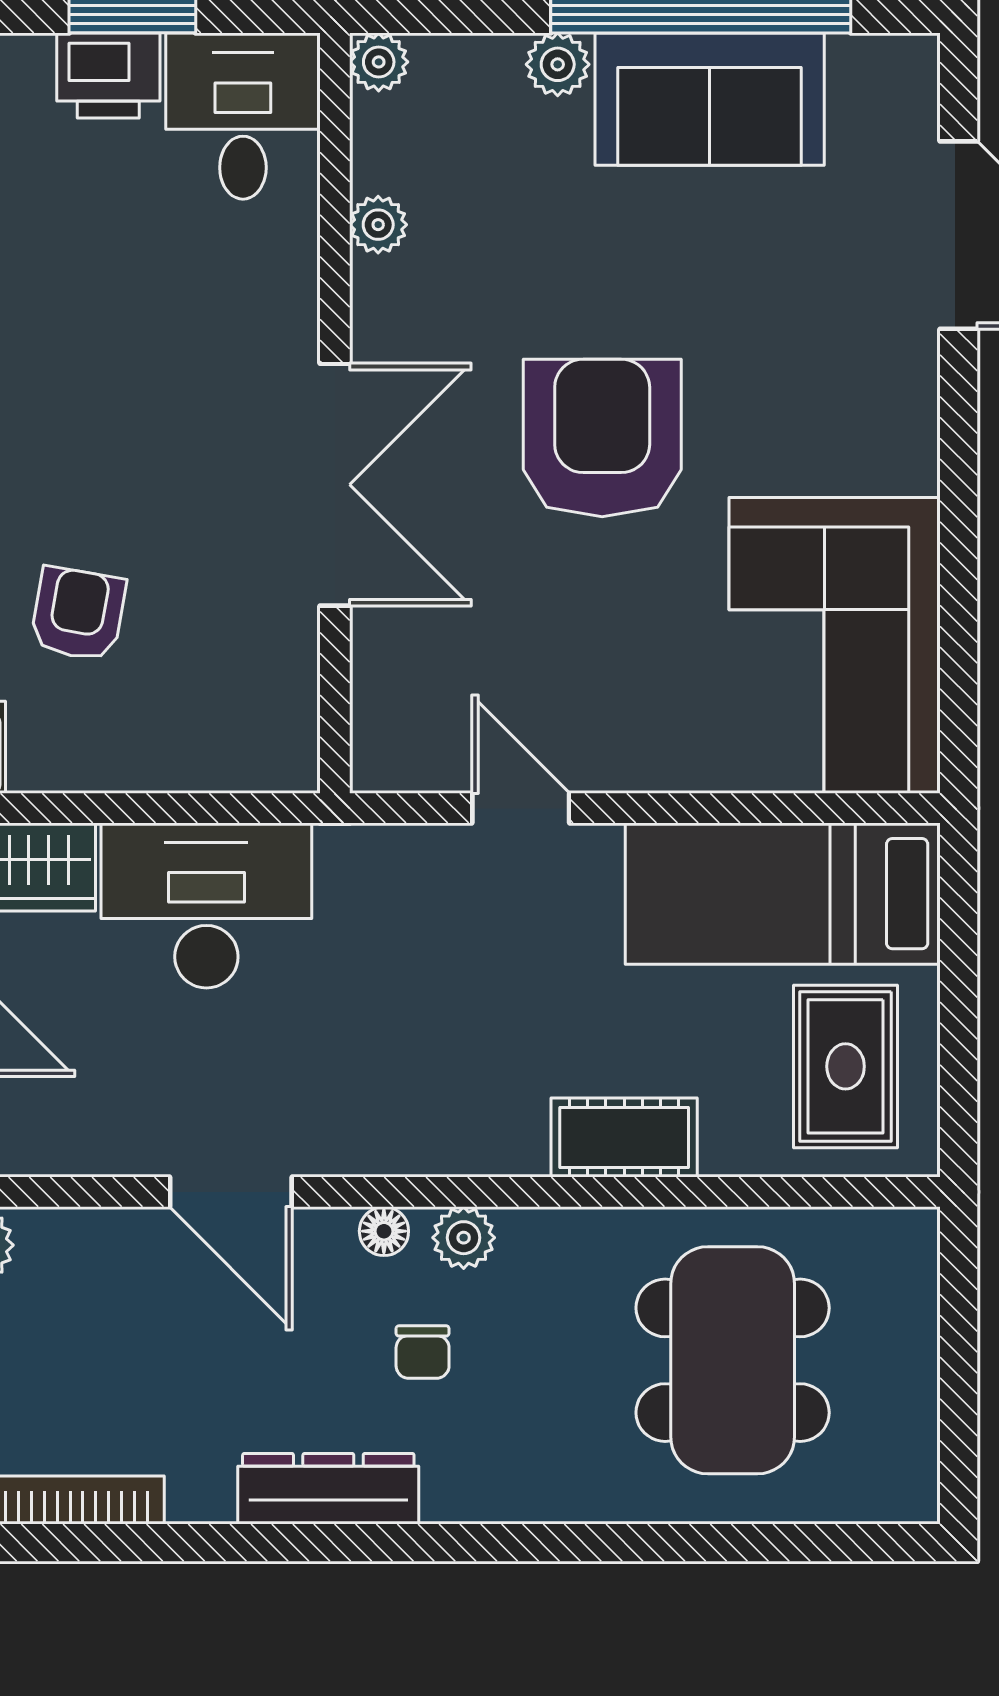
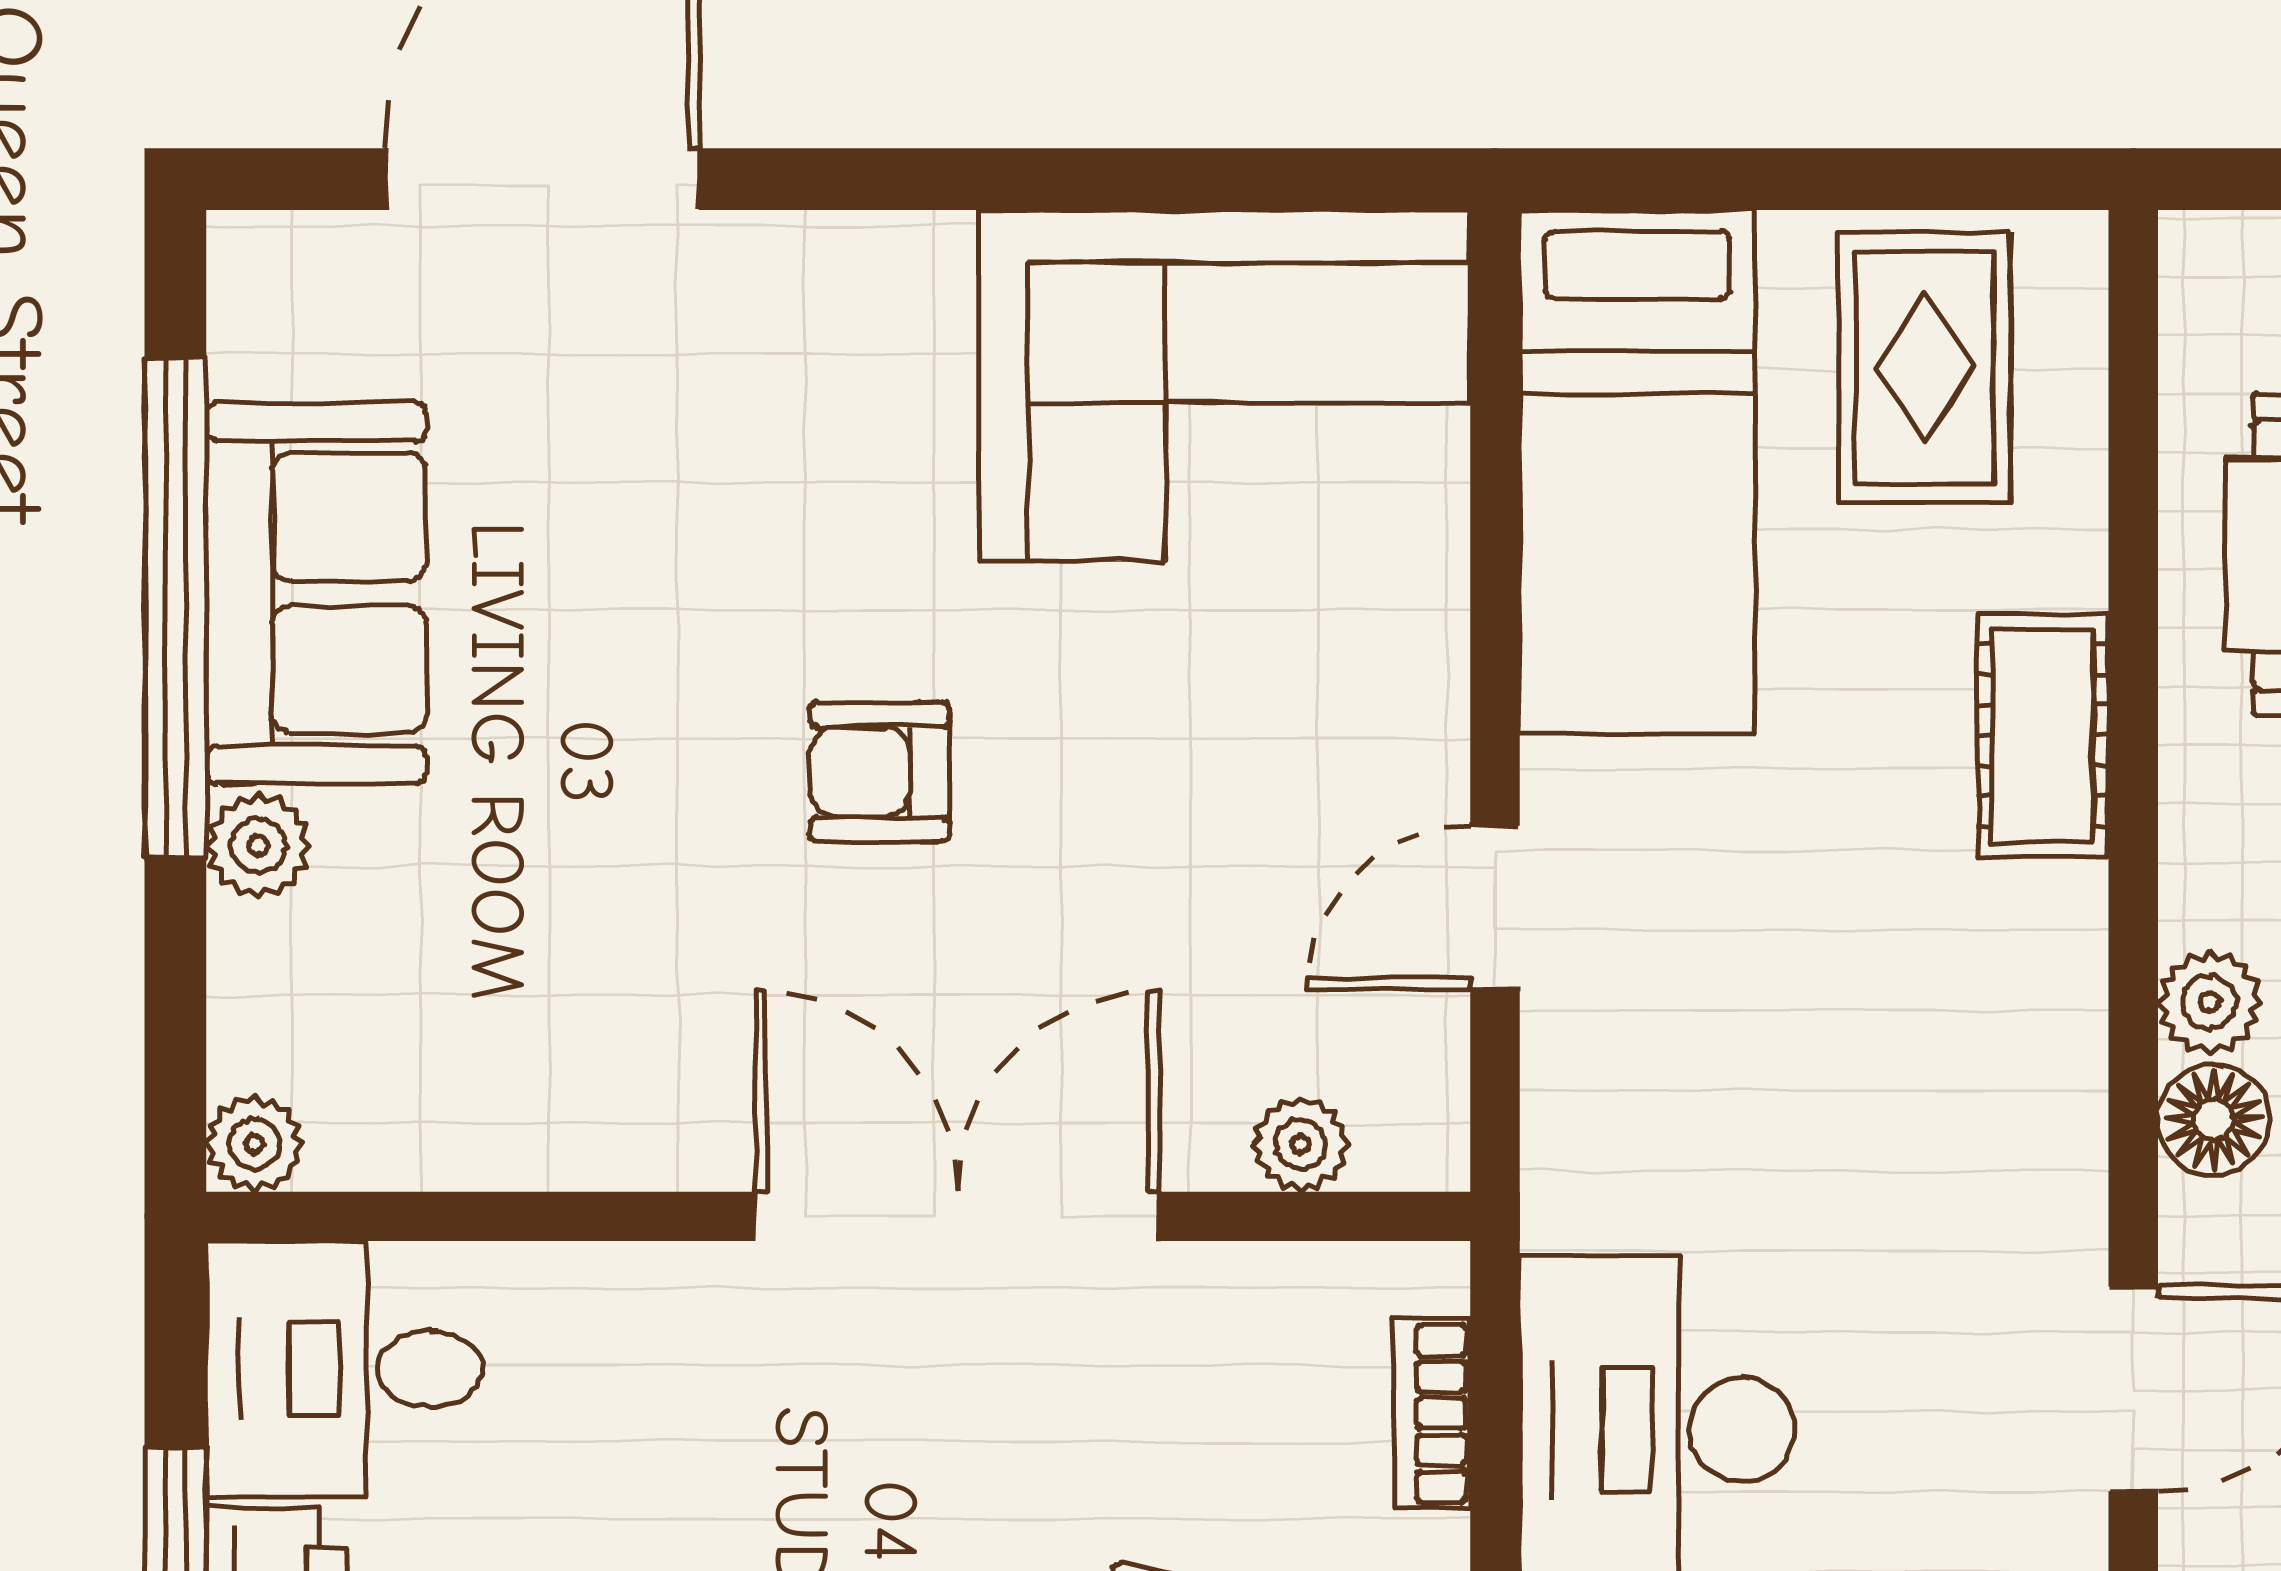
plant: (378, 225) -> (1300, 1144), moved
armchair: (602, 438) -> (880, 772), width x0.53, depth x0.53
bookcase: (216, 770) -> (1432, 1413), added
rug: (846, 1066) -> (1925, 367), turned 90
floor lamp: (384, 1231) -> (2214, 1119), width x1.37, depth x1.37

